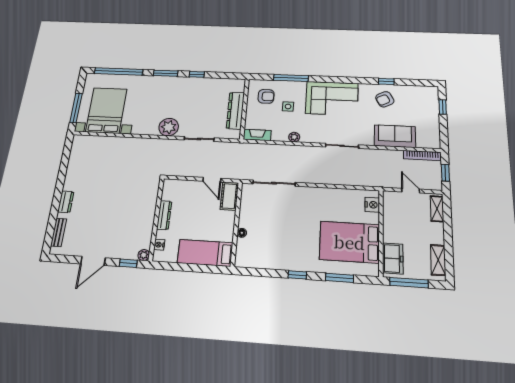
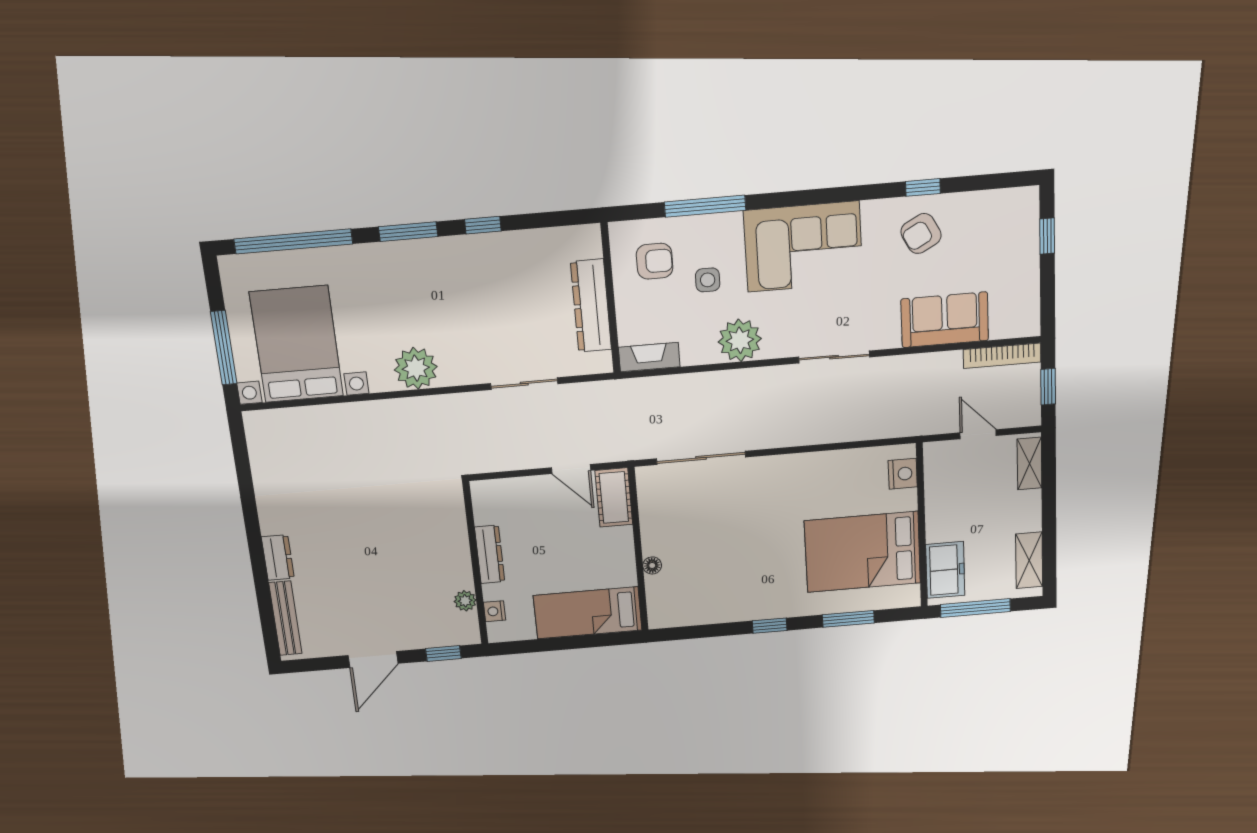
plant: (169, 127) -> (416, 368), moved
plant: (294, 137) -> (740, 340), width x1.87, depth x1.87
bench: (59, 232) -> (285, 618), width x1.36
plant: (144, 255) -> (465, 601), moved

